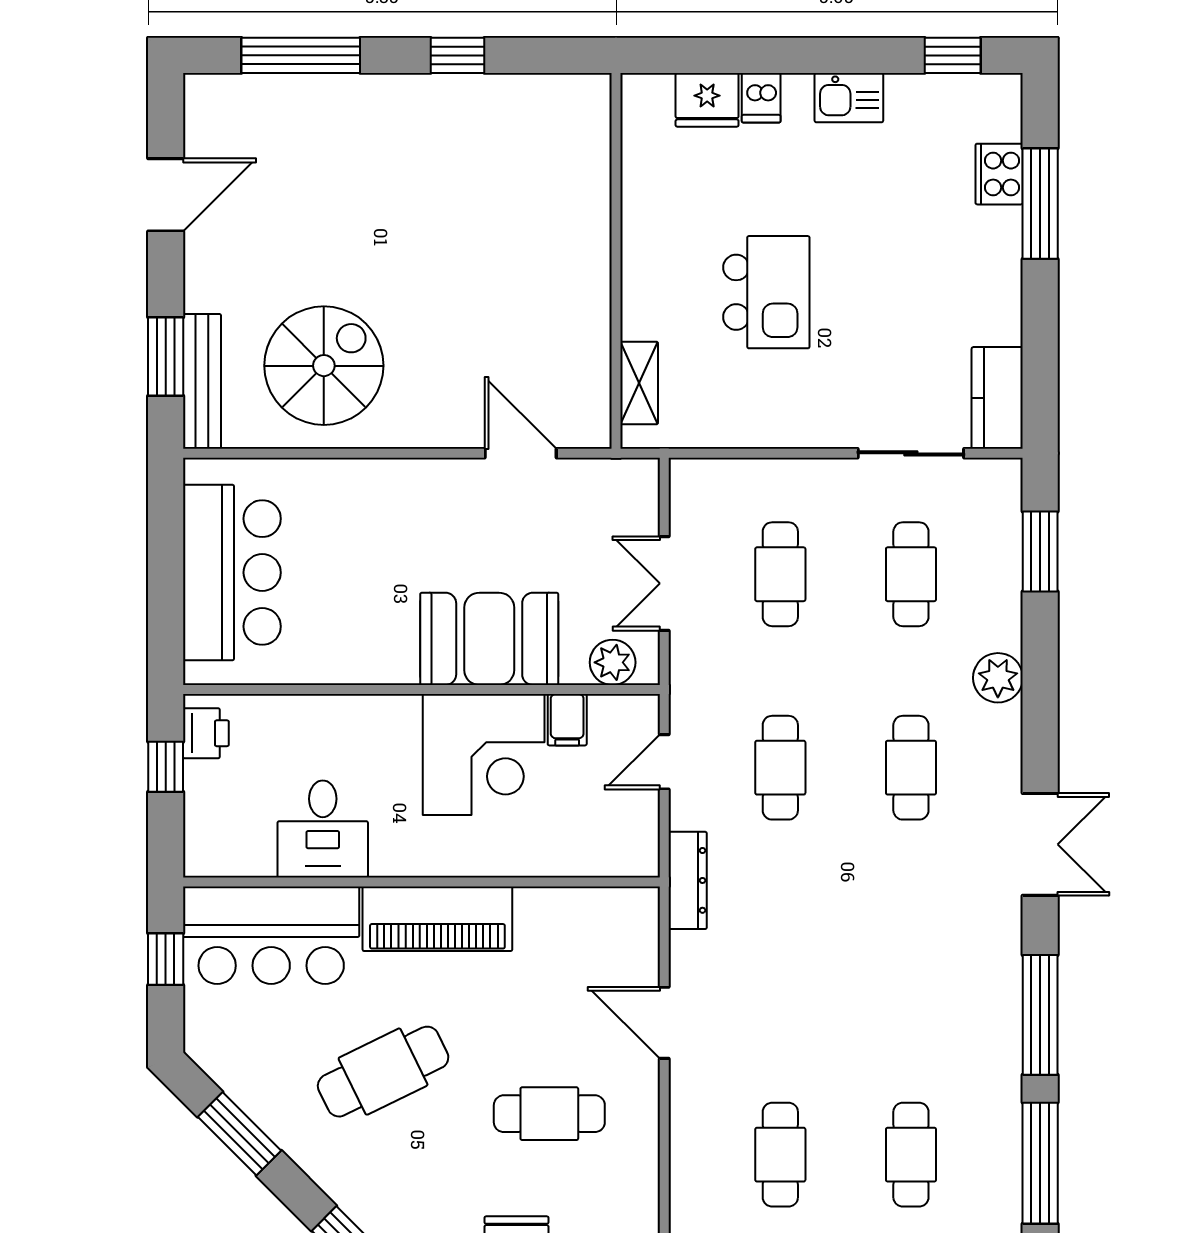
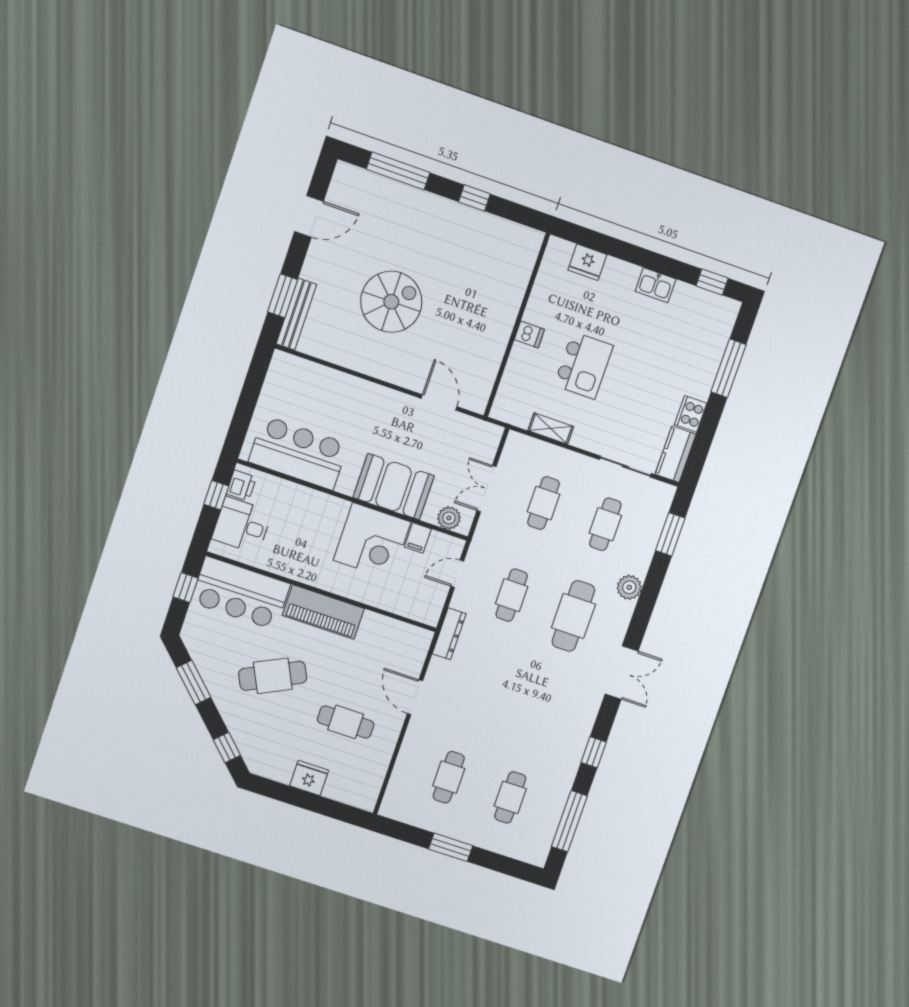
dishwasher: (761, 98) -> (529, 334), moved, turned -90
cooker: (999, 174) -> (691, 414), moved
spiral stairs: (324, 366) -> (391, 302), moved
shelving: (639, 383) -> (551, 428), moved, turned 90
bar counter: (232, 573) -> (298, 453), moved, turned -90
cafe table: (911, 768) -> (573, 616), width x1.37, depth x1.35
desk: (323, 829) -> (242, 525), moved, turned 90
window: (1040, 1015) -> (594, 752), width x0.46

